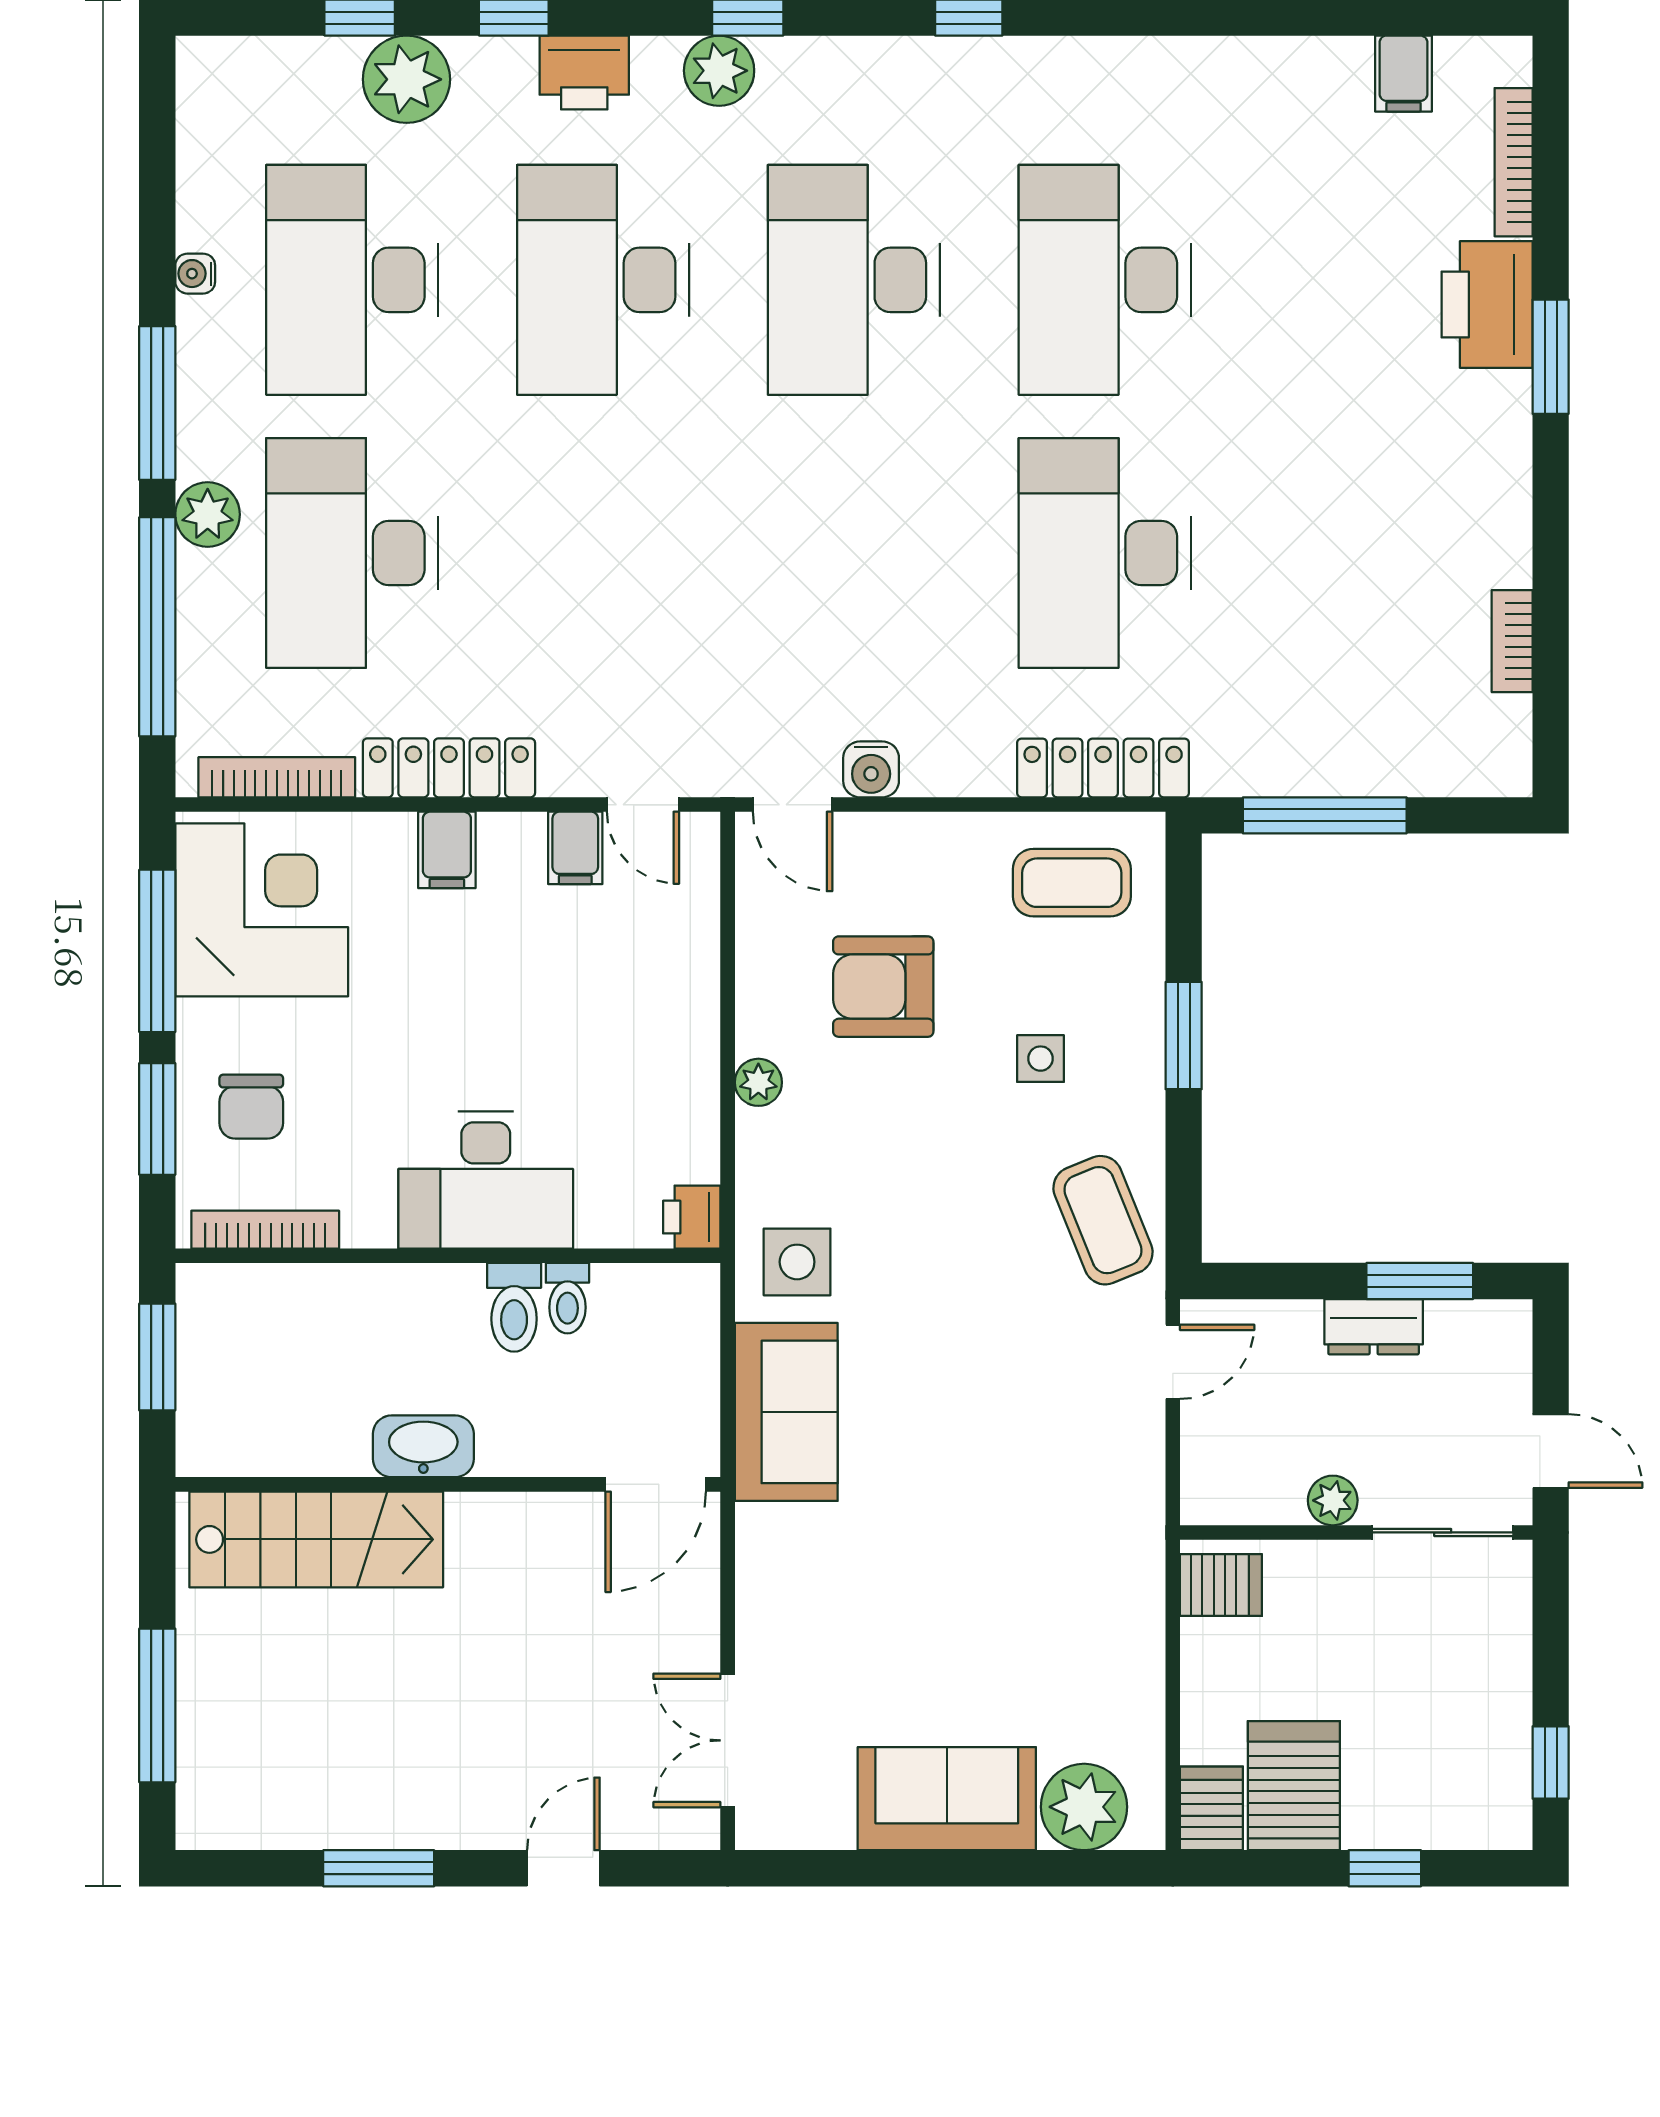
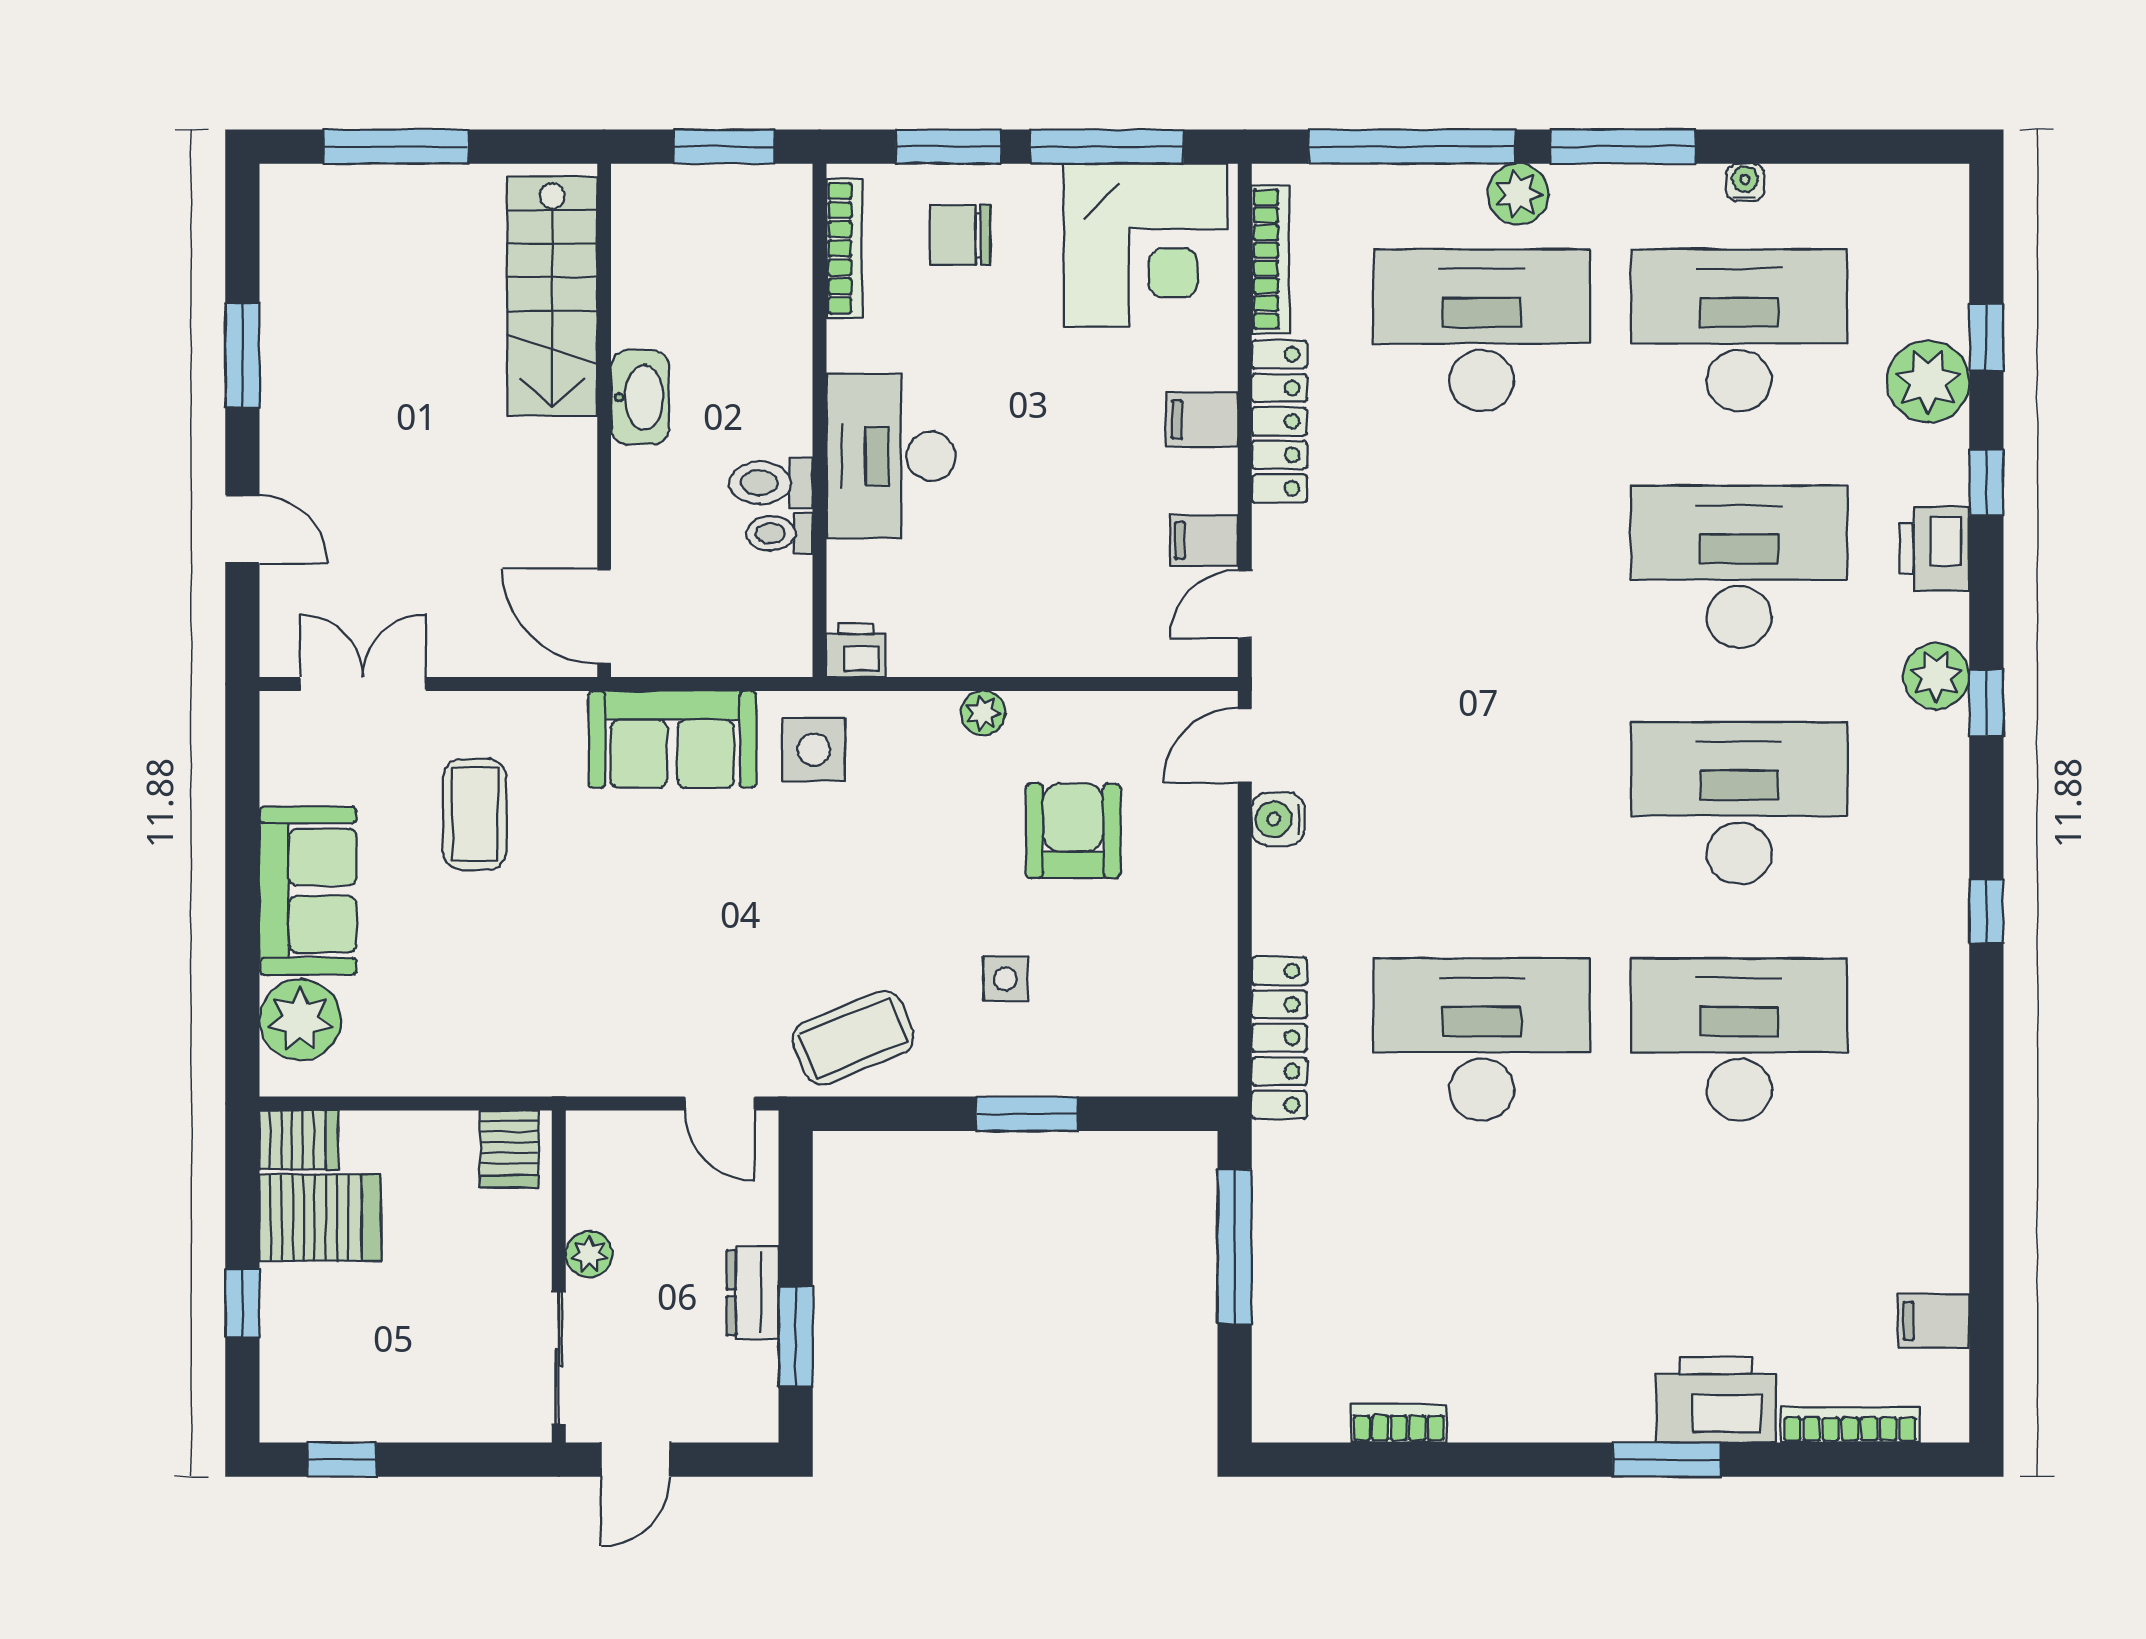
coffee table: (1072, 883) -> (475, 814), moved

